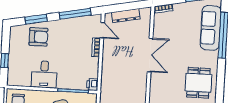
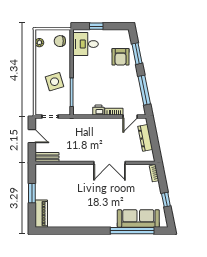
desk: (44, 74) -> (86, 44), moved
dining table: (198, 83) -> (86, 210), removed
printer: (92, 85) -> (98, 110), moved

